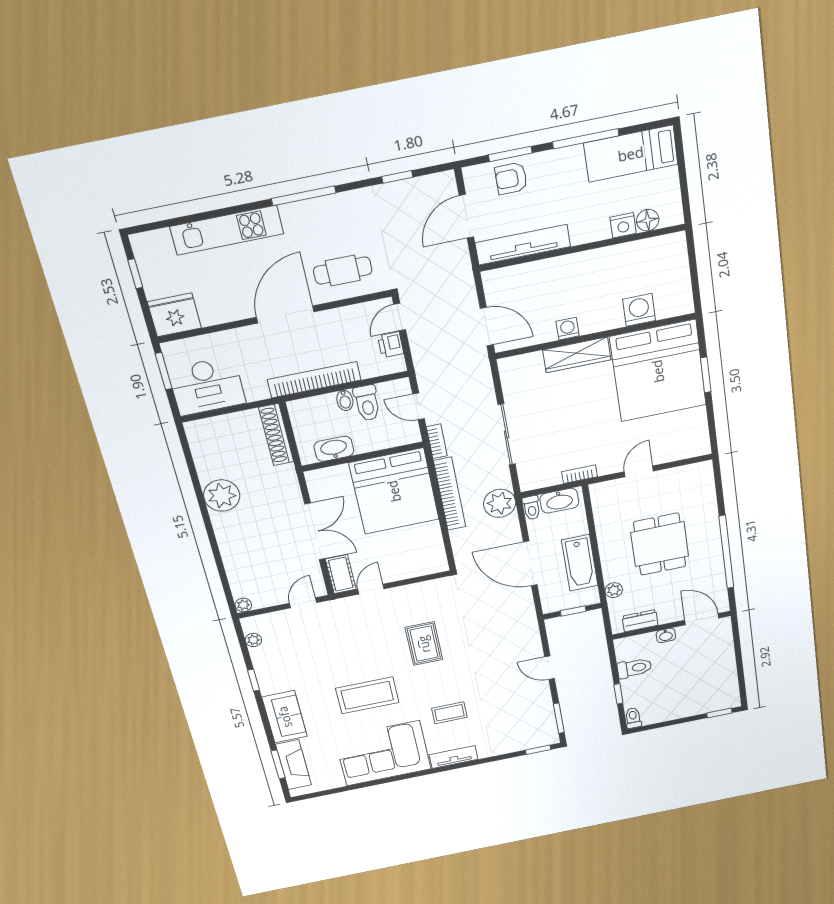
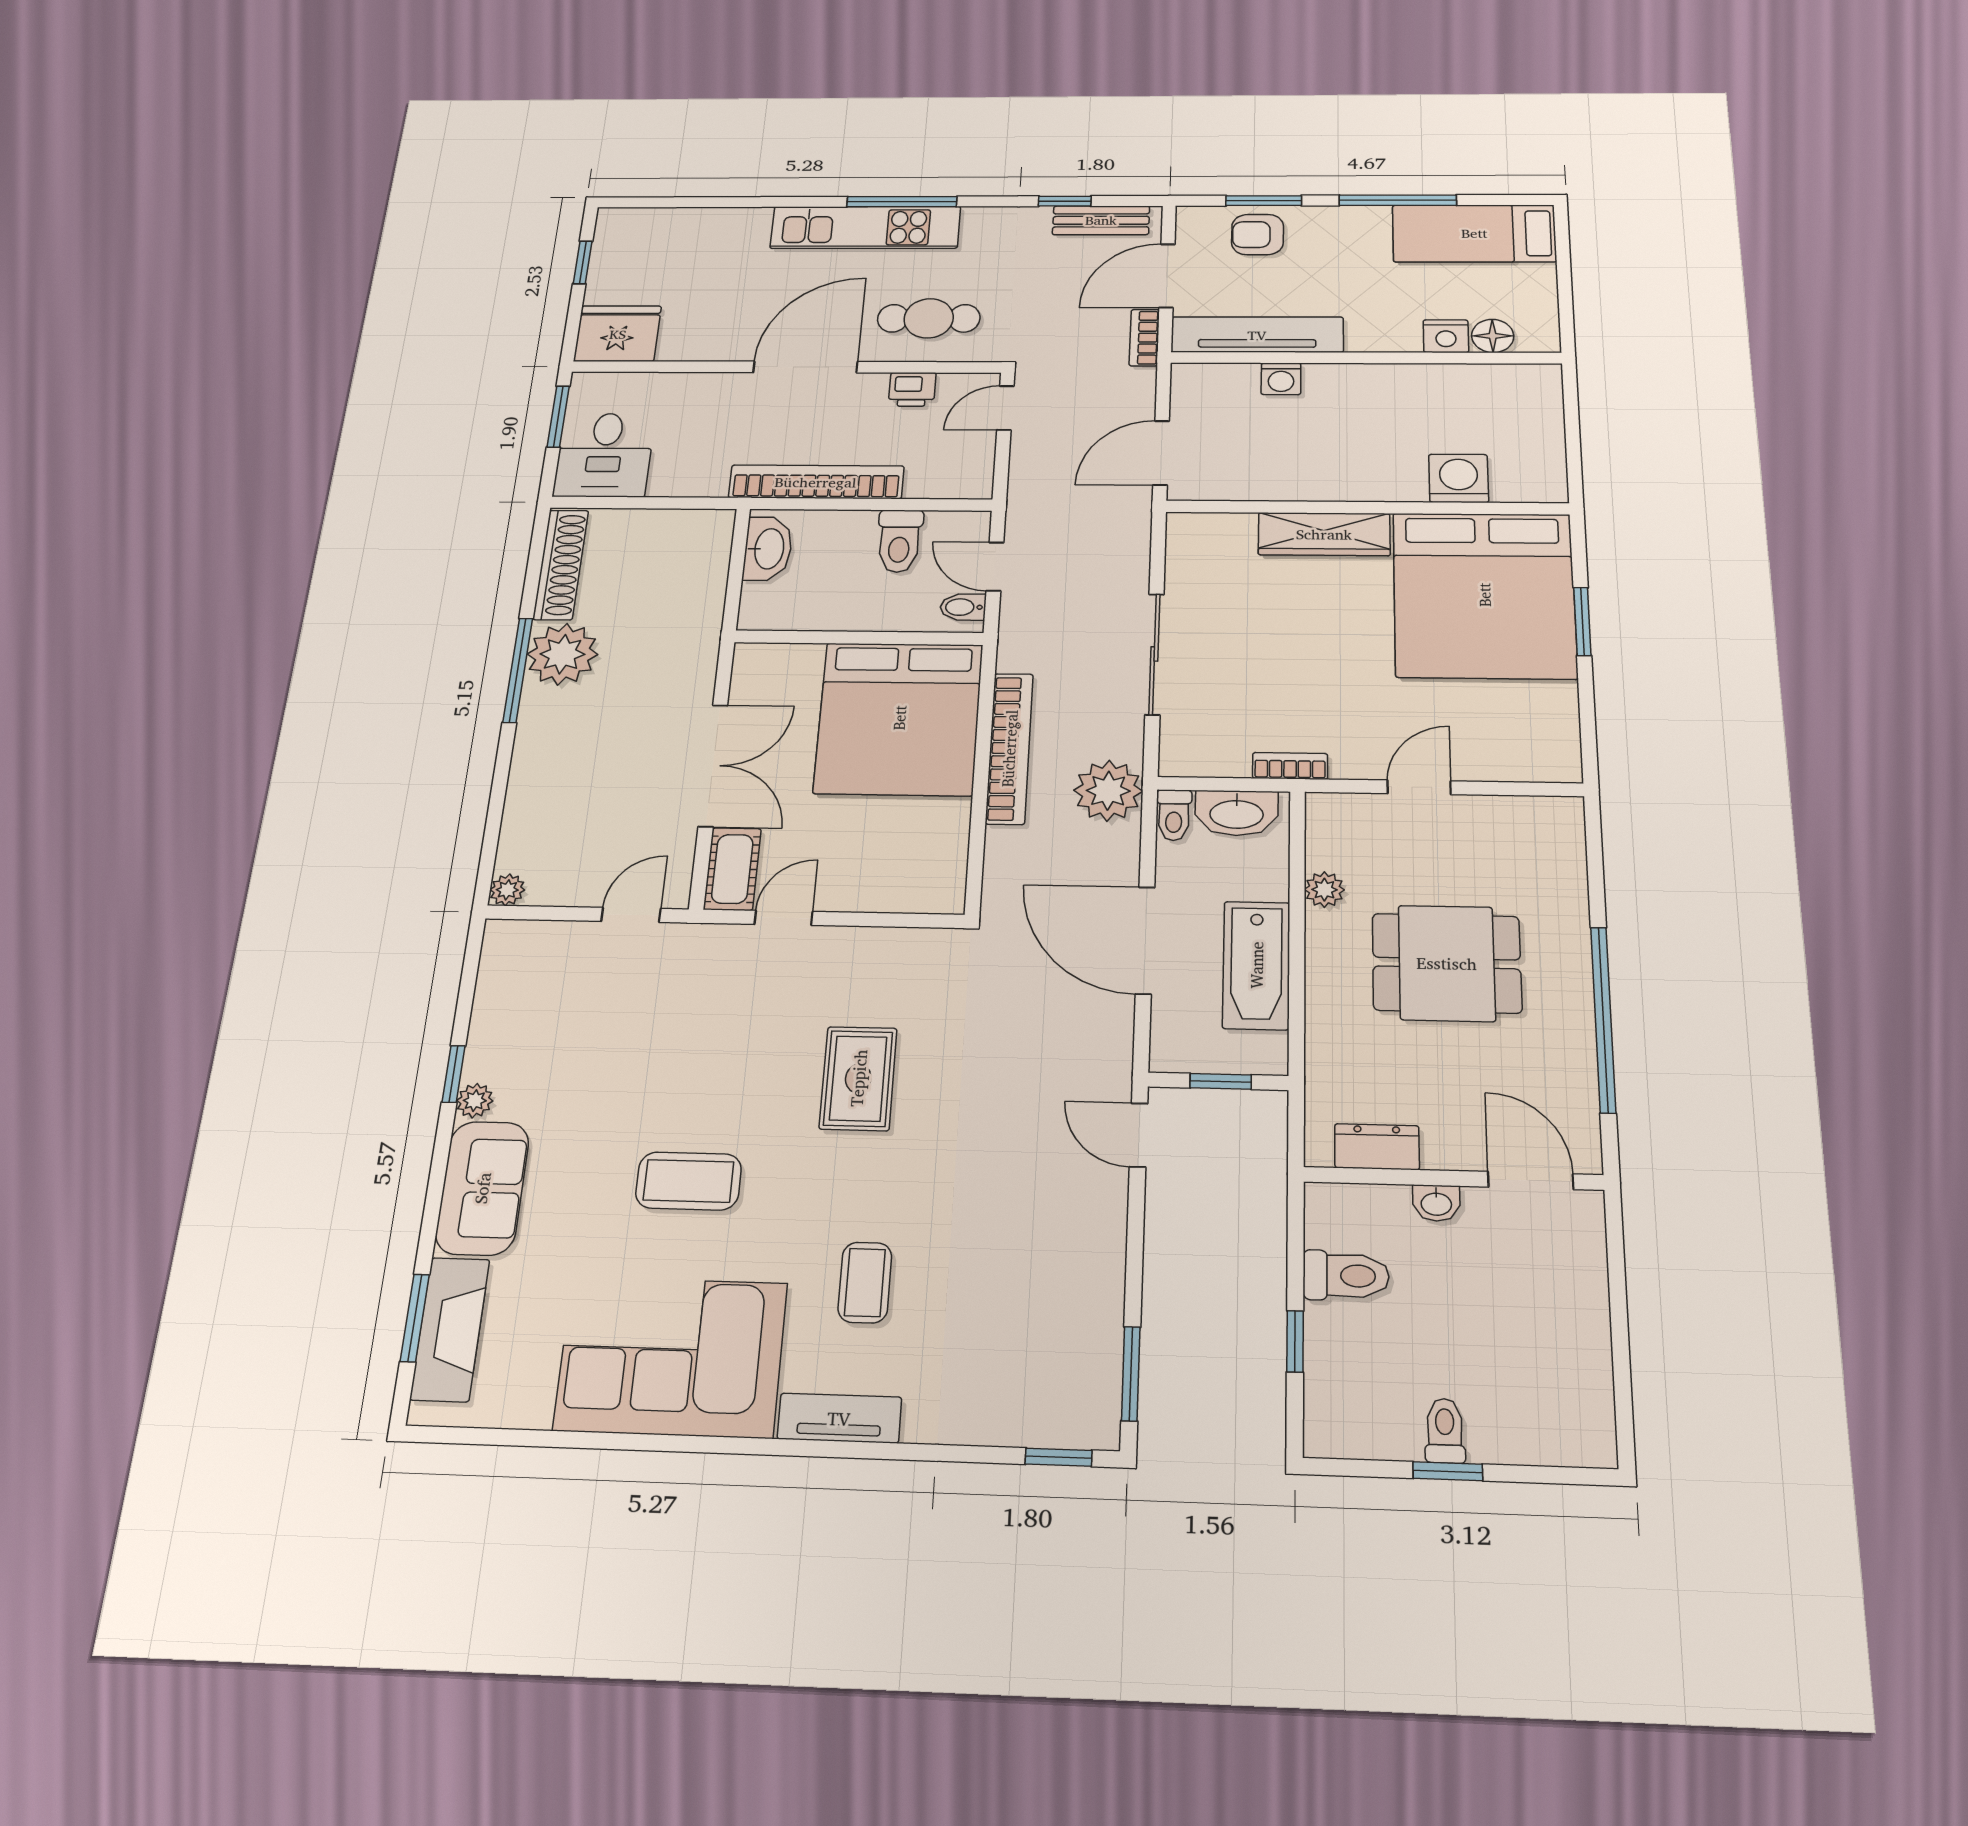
bench: (421, 186) -> (1101, 220), added
kitchen unit: (227, 230) -> (865, 227), moved
door: (487, 327) -> (1161, 453), swing flipped
washing machine: (568, 329) -> (1281, 379), moved, turned 180
printer: (391, 345) -> (912, 389), moved, turned -90
desk: (207, 386) -> (604, 455), width x0.73
bidet: (345, 400) -> (963, 607), moved, turned 90
shoe rack: (276, 435) -> (561, 565), moved, turned 180
bookcase: (437, 441) -> (1144, 338), moved, turned 180
washbasin: (334, 449) -> (768, 549), moved, turned 90
window: (203, 508) -> (518, 670), added
dining table: (660, 544) -> (1447, 963), turned 90
plant: (614, 590) -> (1324, 890), moved
plant: (253, 640) -> (475, 1101), moved
door: (550, 668) -> (1139, 1135), moved
coffee table: (367, 695) -> (688, 1181), width x0.73, depth x0.76
coffee table: (449, 713) -> (865, 1282), turned 90
window: (719, 713) -> (1448, 1471), moved
toilet: (633, 718) -> (1445, 1431), moved

